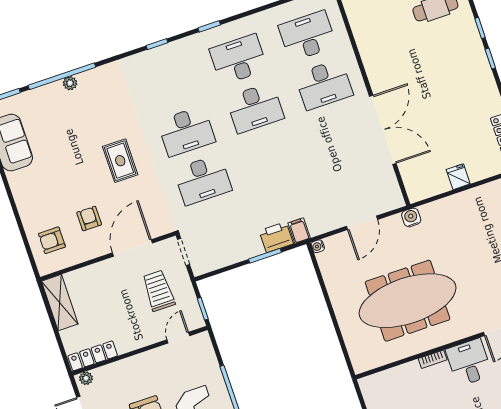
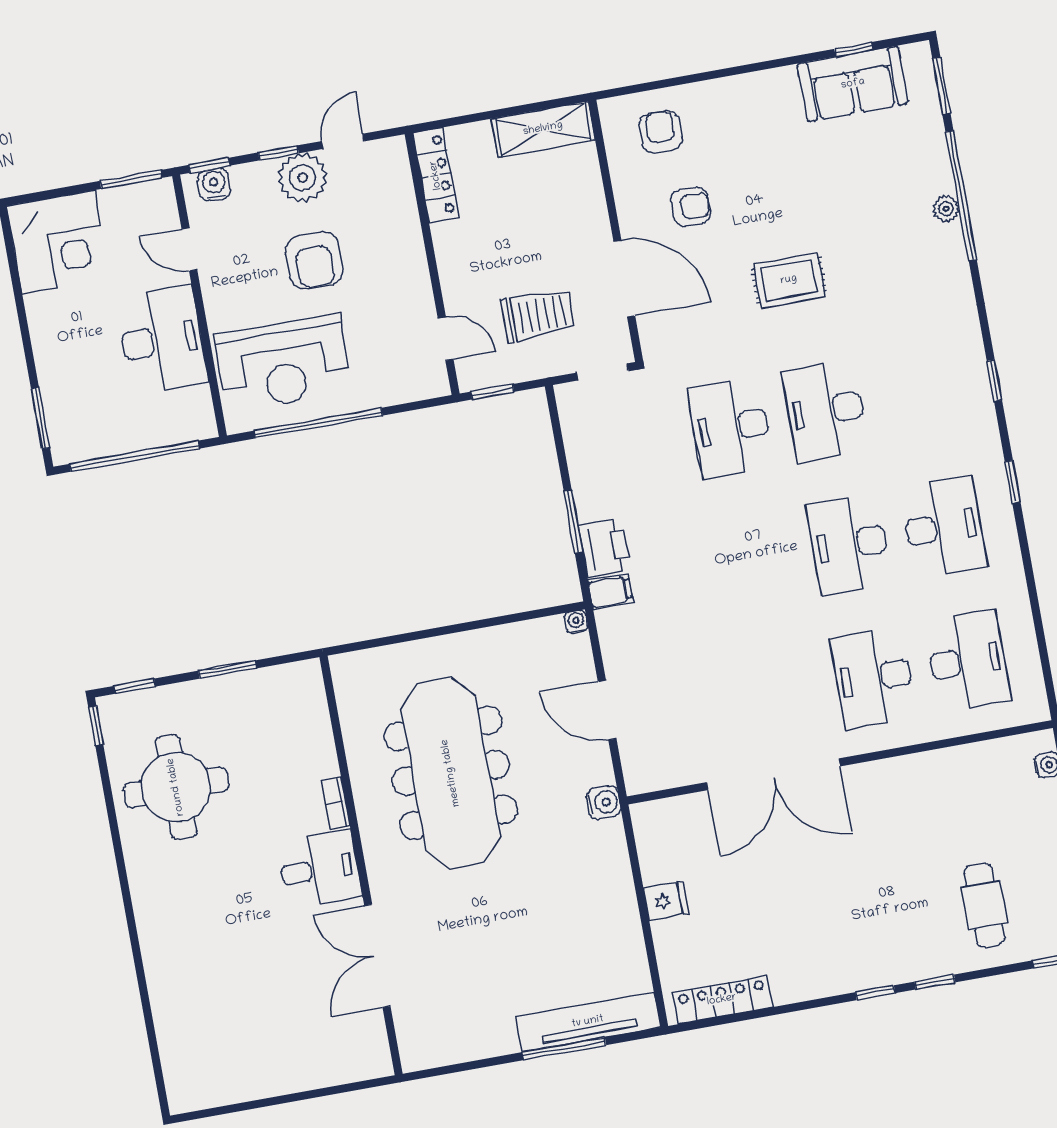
plant: (86, 378) -> (396, 157), removed

